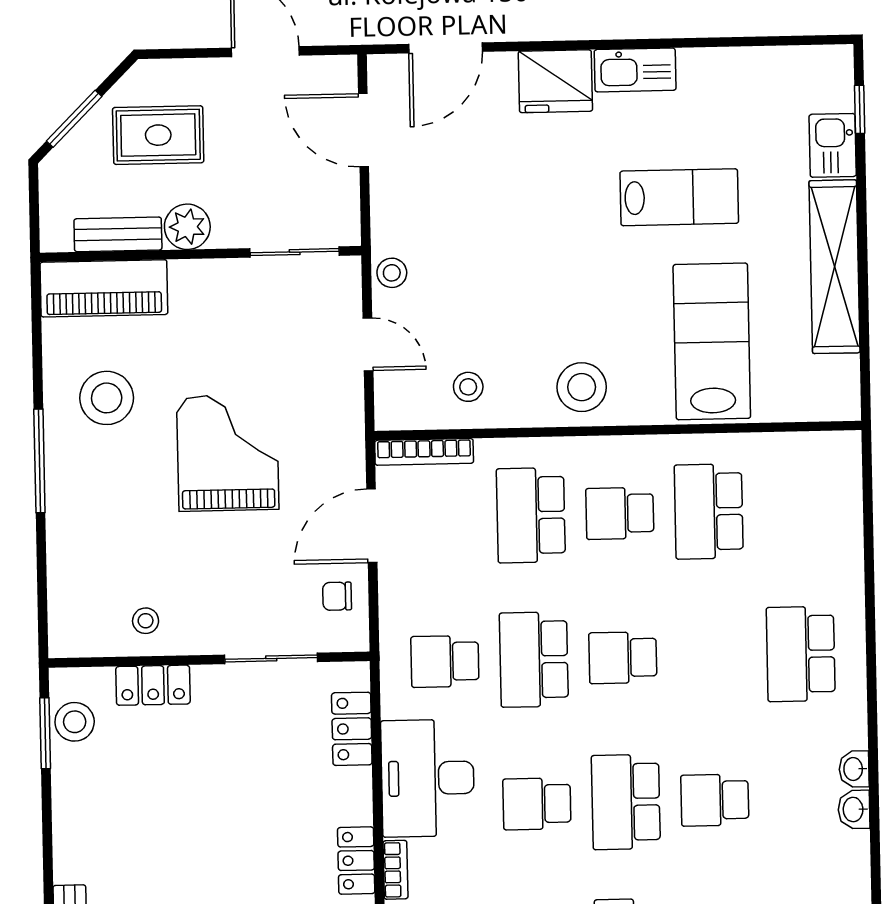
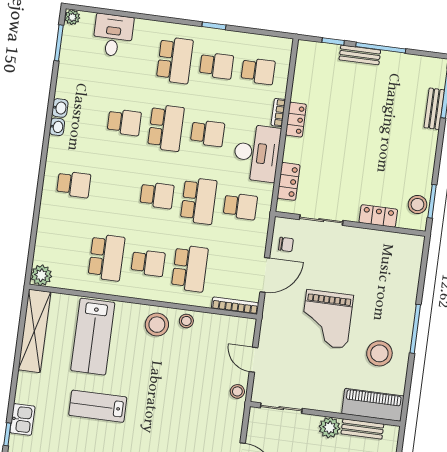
shelving: (835, 267) -> (34, 331), moved
stool: (468, 387) -> (186, 321), moved
plant: (839, 453) -> (41, 275), added
stool: (146, 621) -> (377, 247), removed
school desk: (801, 654) -> (74, 184), width x0.54

